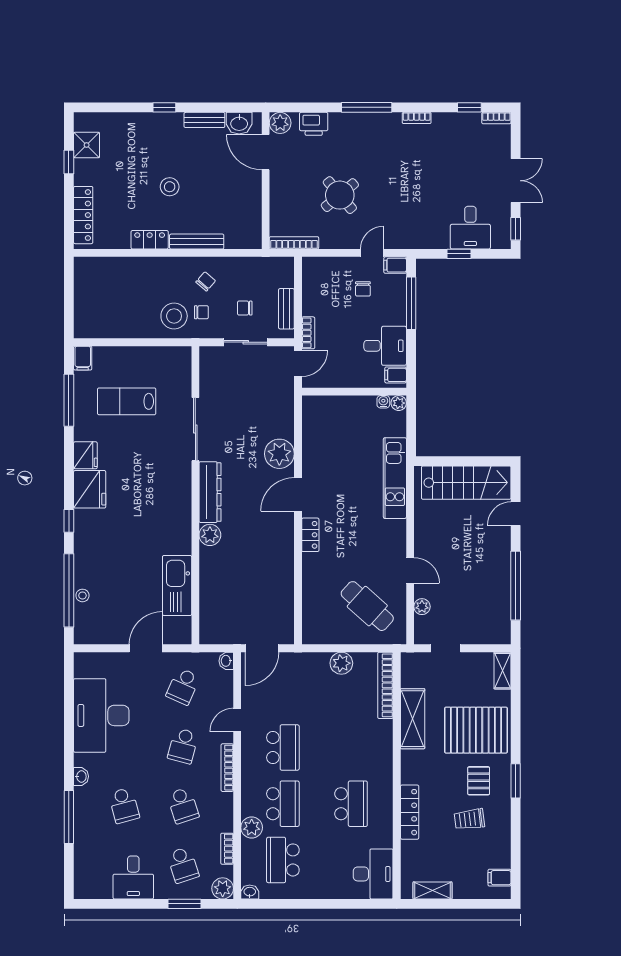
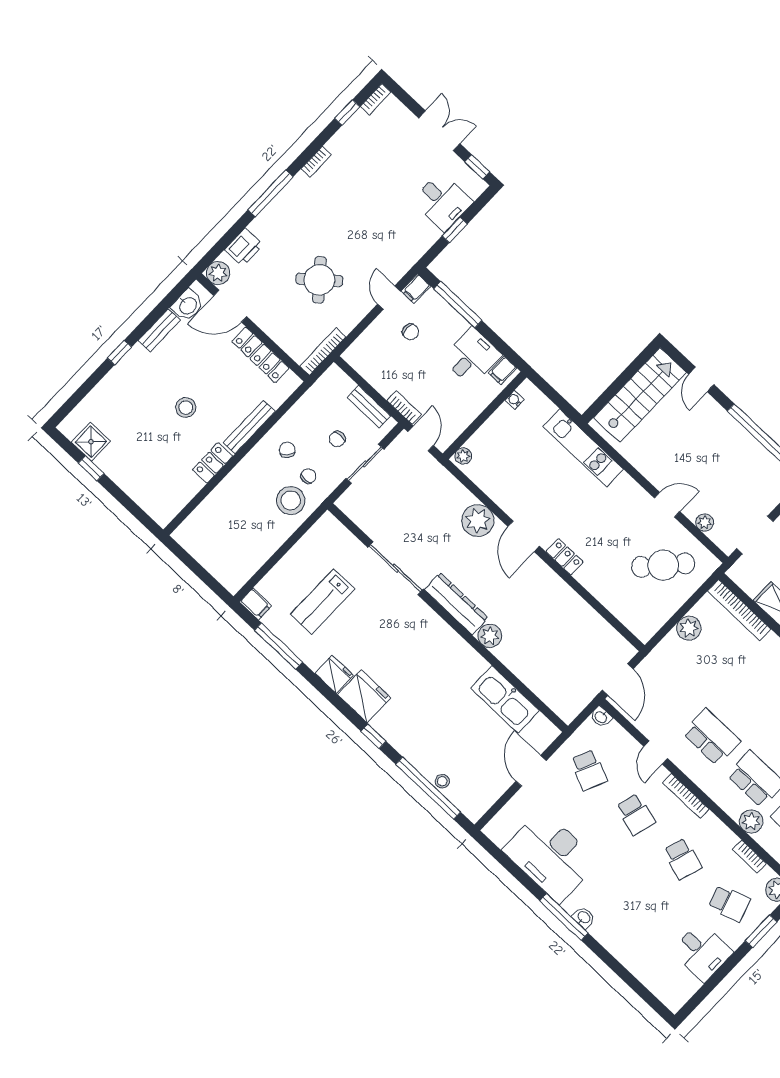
locker: (83, 215) -> (260, 355), moved, turned 180
plant: (399, 403) -> (463, 456), moved
doorway: (446, 648) -> (755, 535), width x1.38
school desk: (124, 805) -> (638, 905), removed
school desk: (183, 805) -> (682, 859), turned 36
window: (69, 817) -> (564, 917), moved

